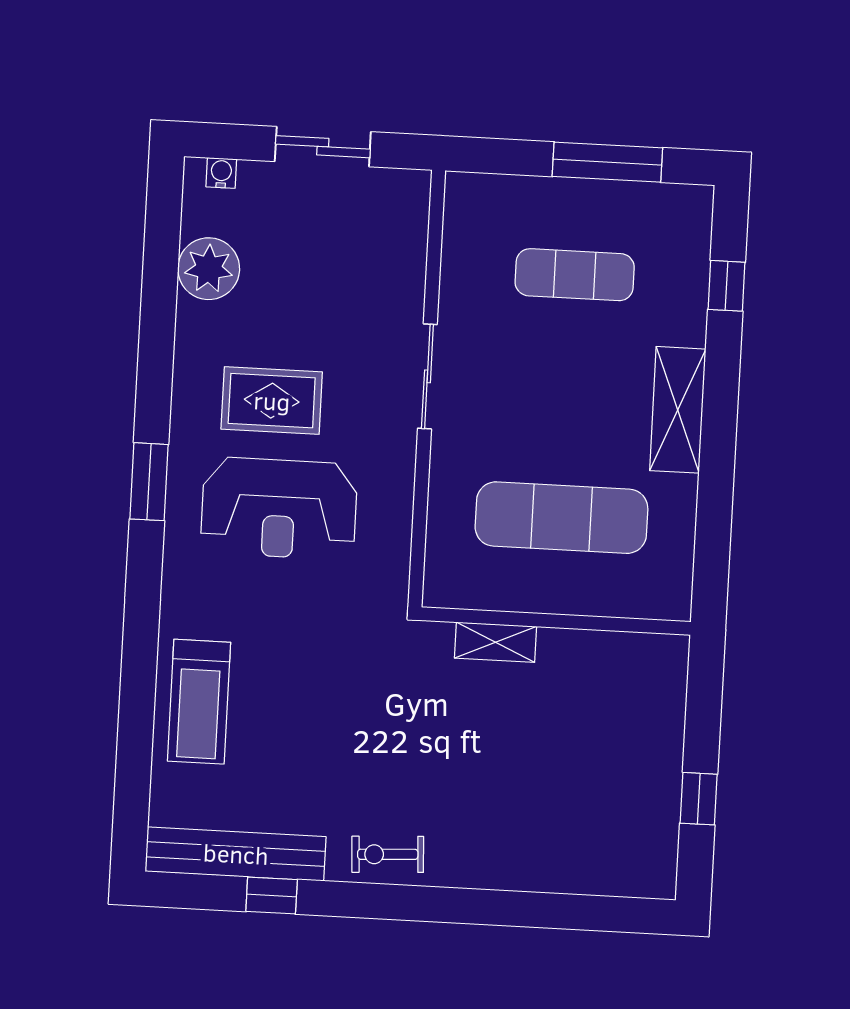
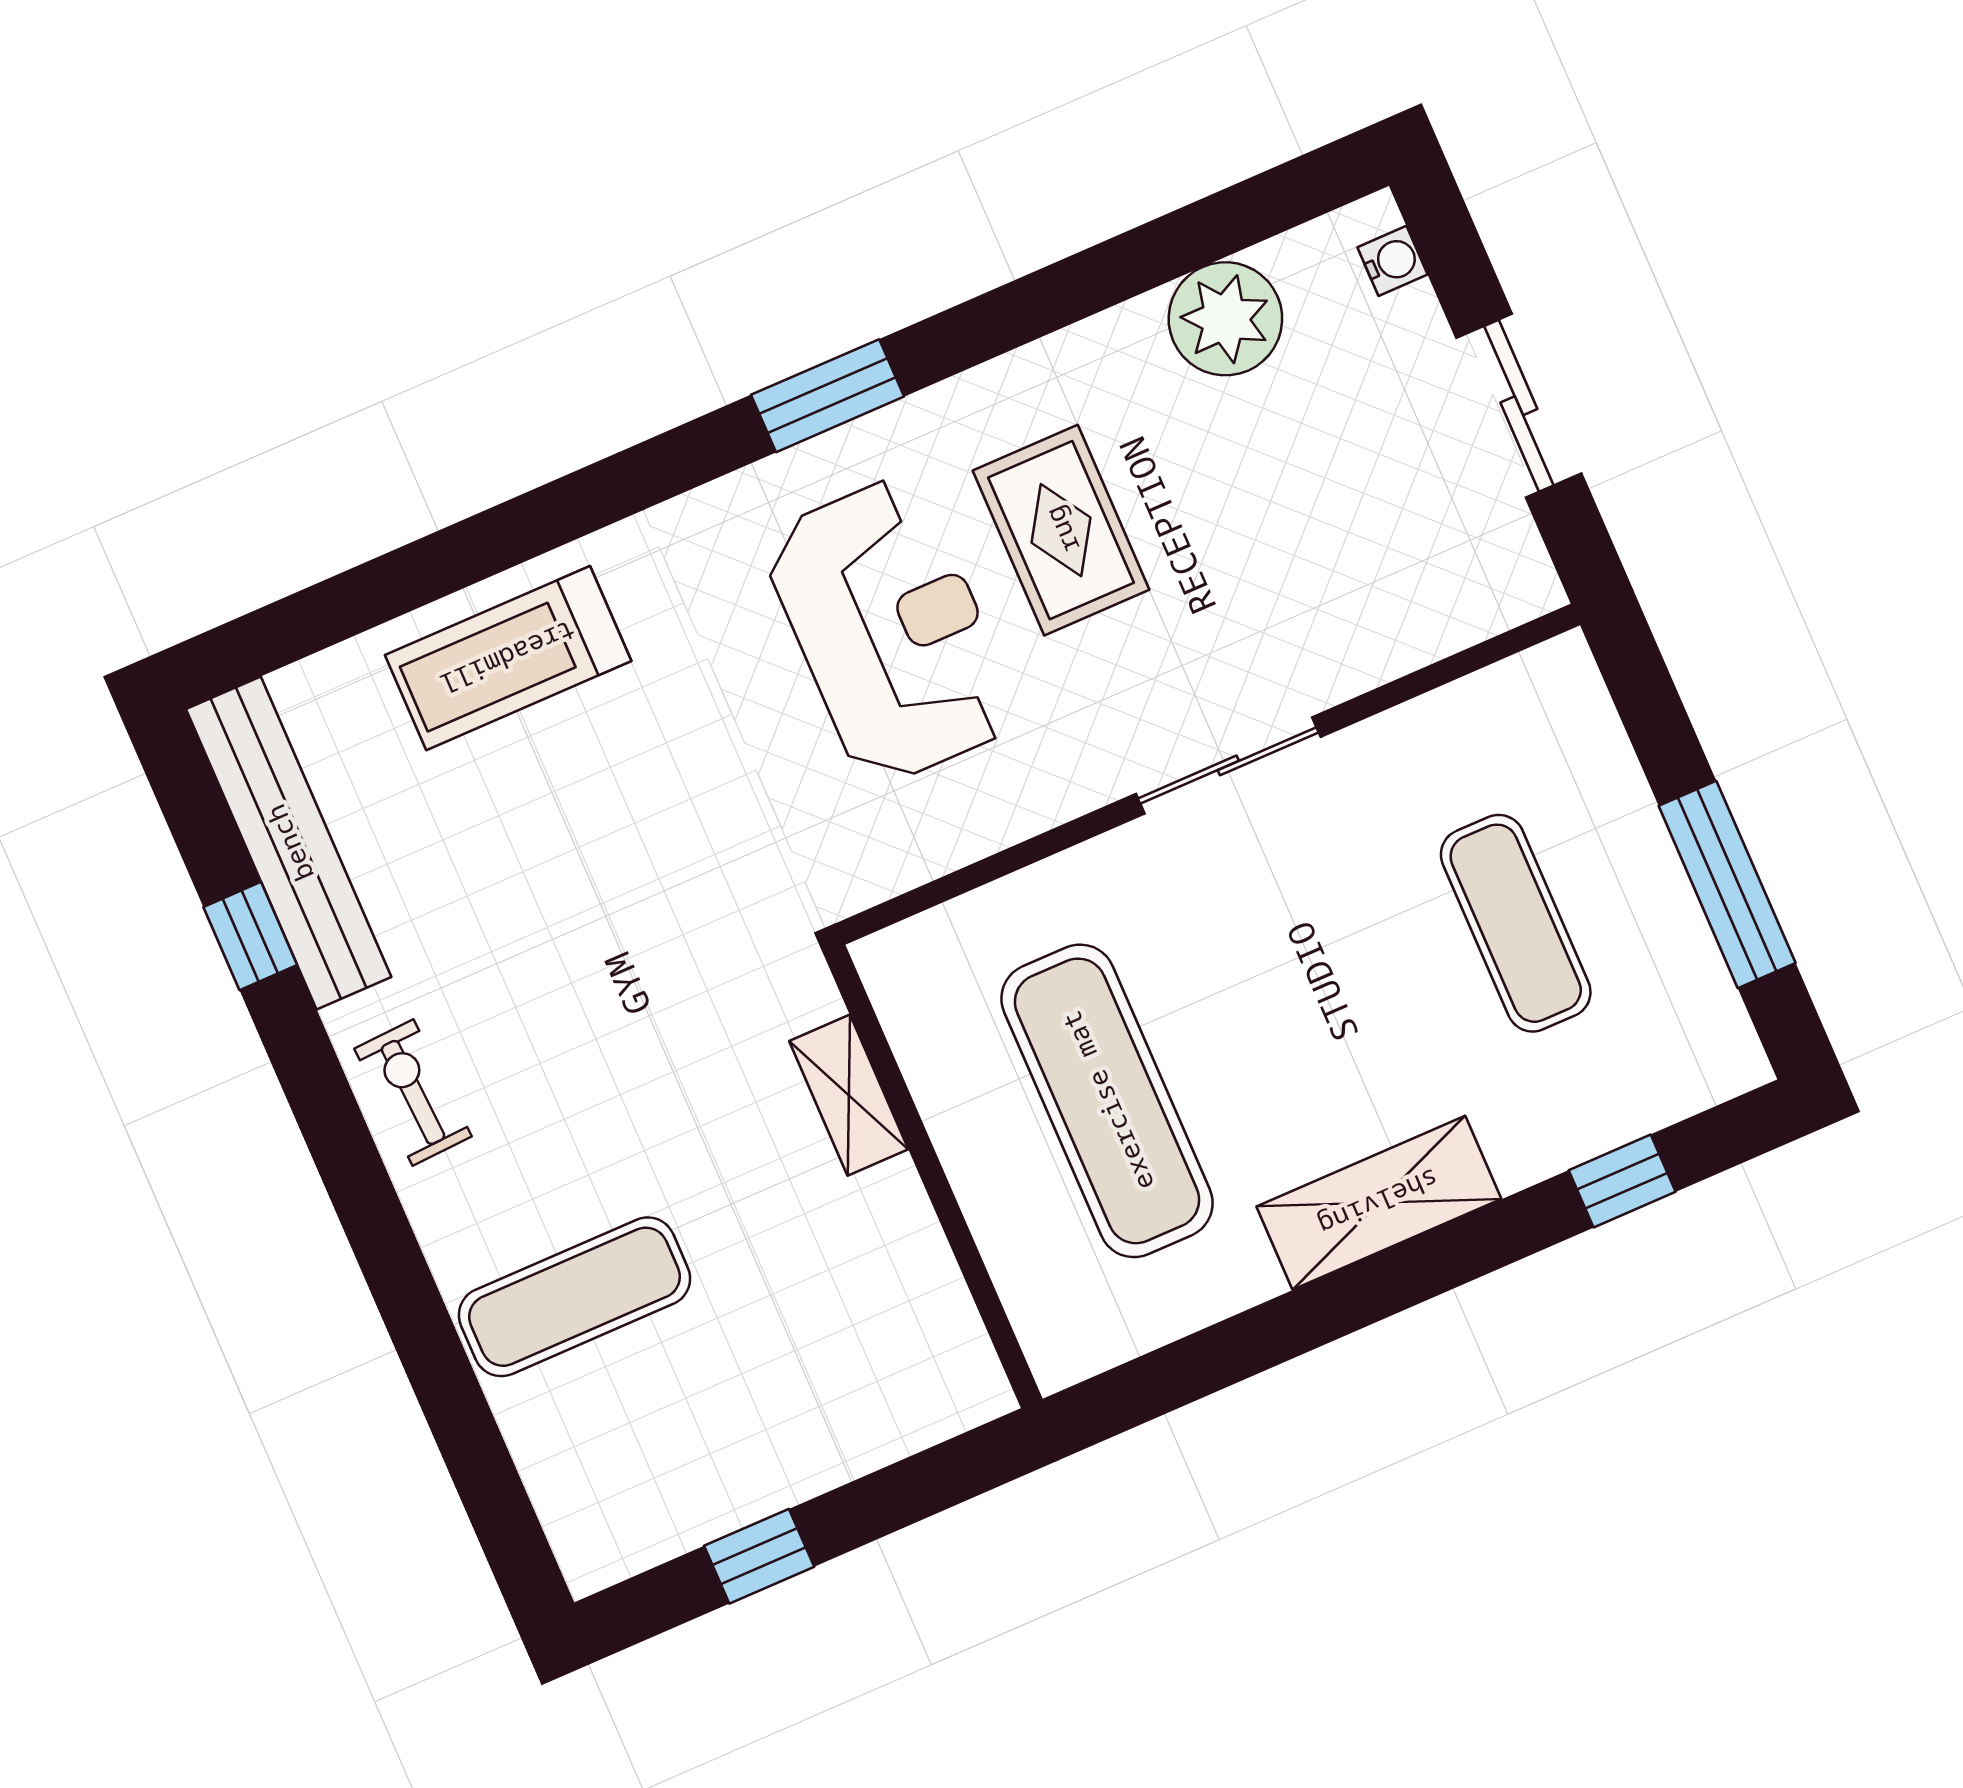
reception desk: (279, 508) -> (890, 631), turned 180
exercise mat: (527, 825) -> (574, 1297), added

